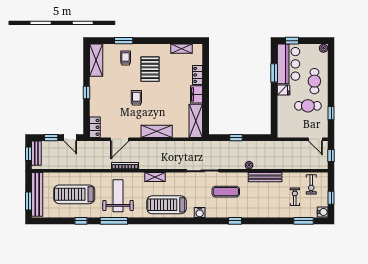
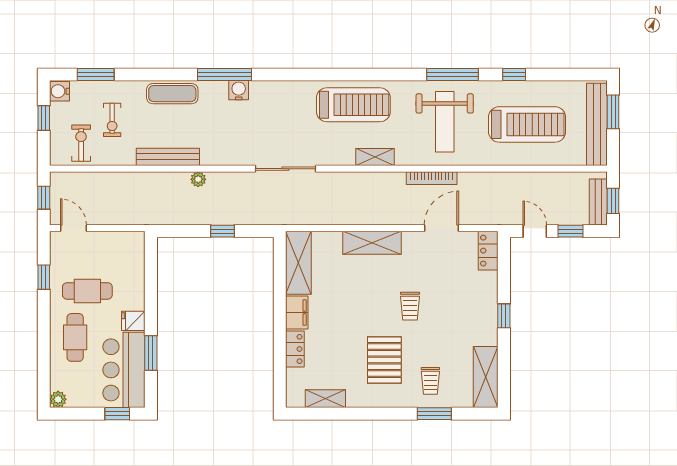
exercise mat: (226, 192) -> (172, 94), moved
water cooler: (200, 213) -> (239, 90), moved
window: (235, 221) -> (224, 74), width x2.17

